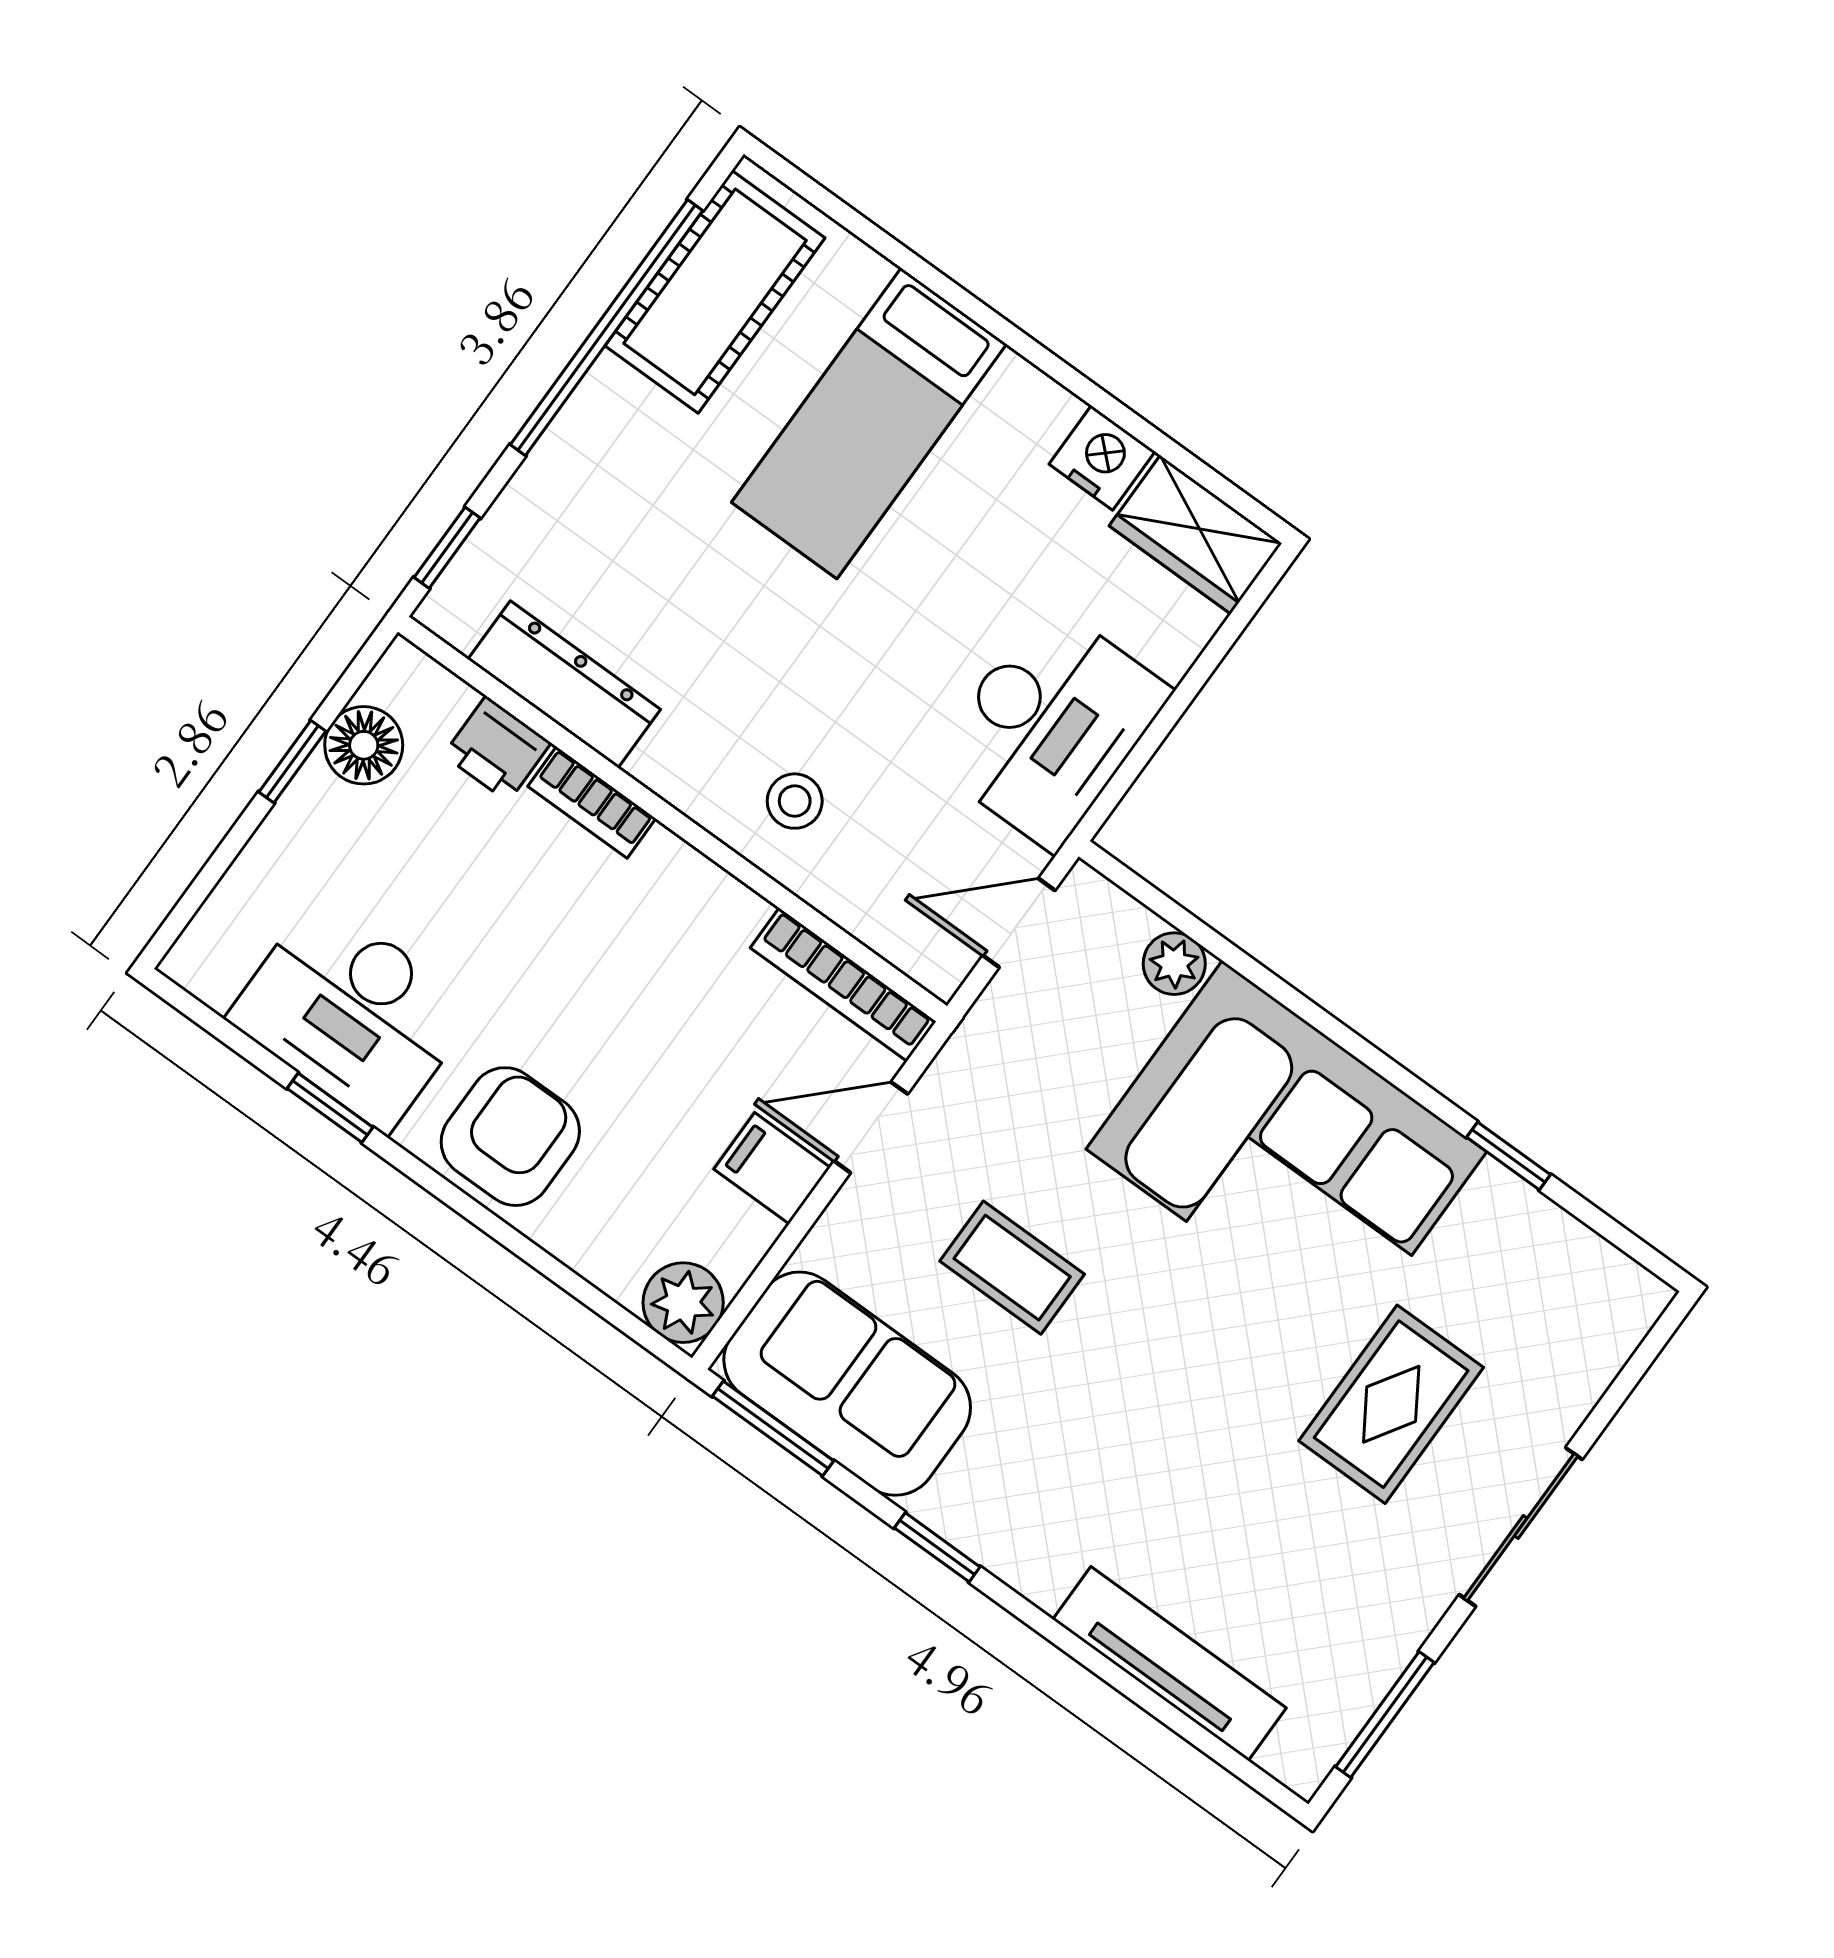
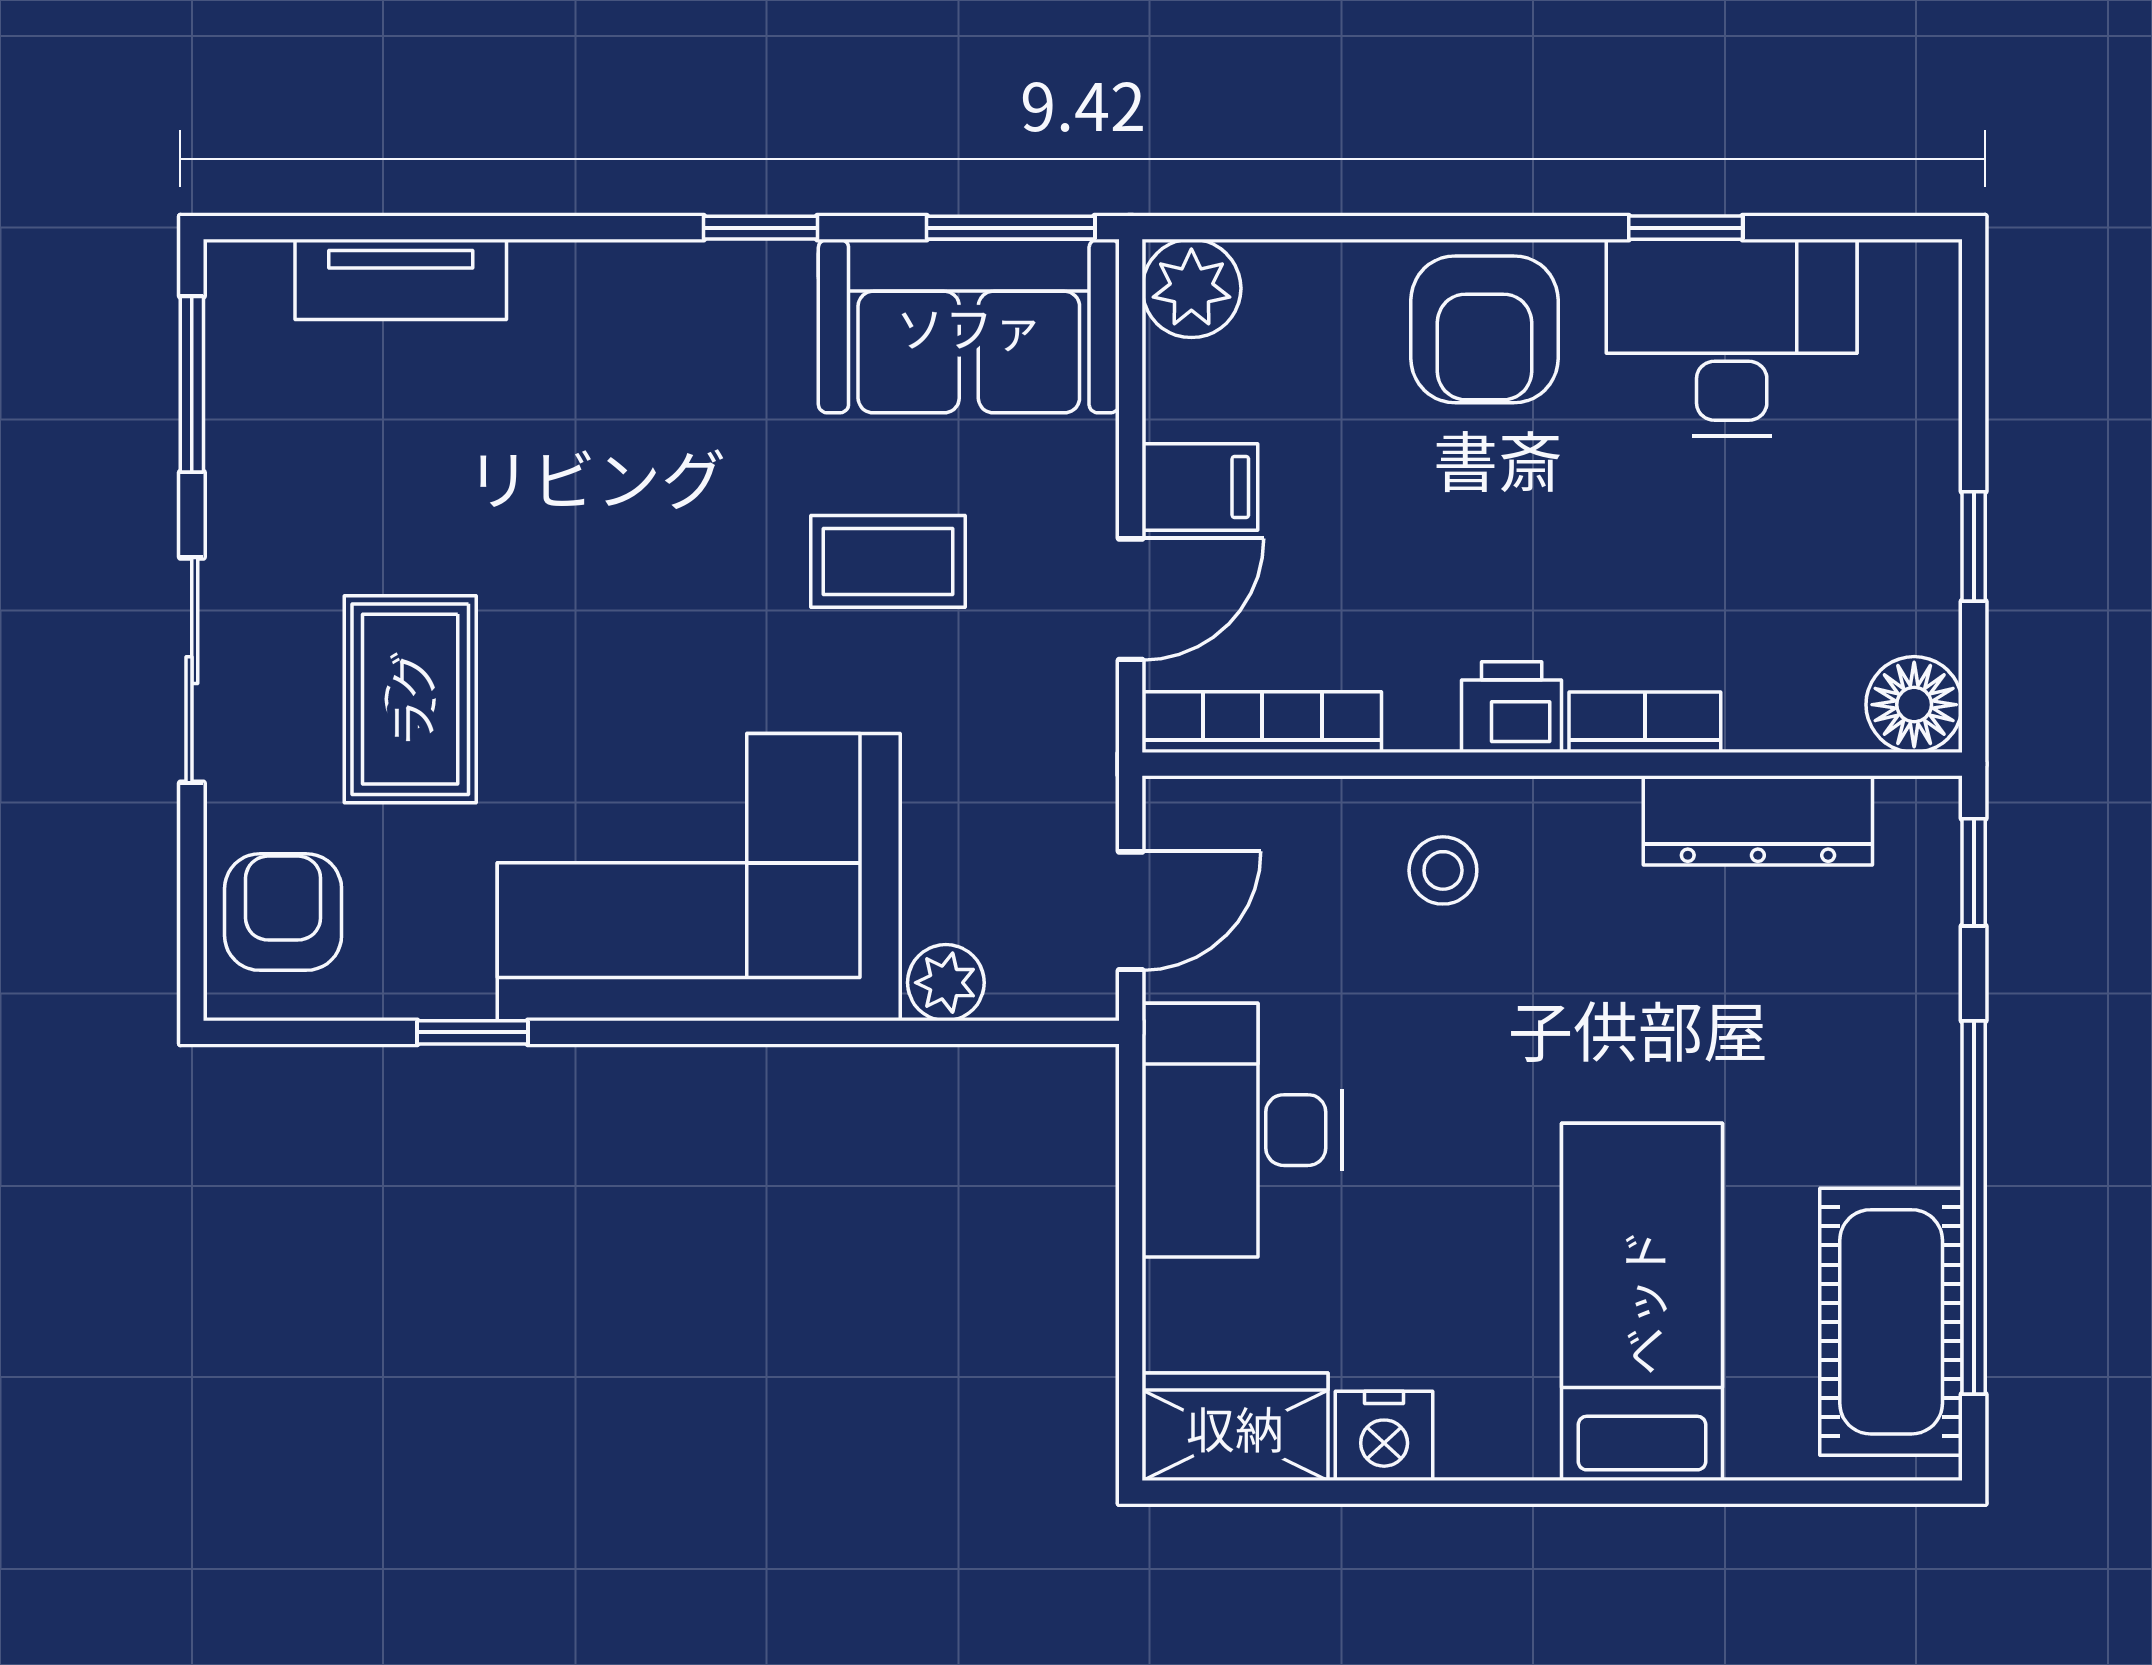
floor lamp: (364, 745) -> (1914, 705), moved
printer: (497, 749) -> (1512, 707), moved
armchair: (1576, 1325) -> (283, 912), added
tv unit: (1170, 1664) -> (401, 279), width x0.71

